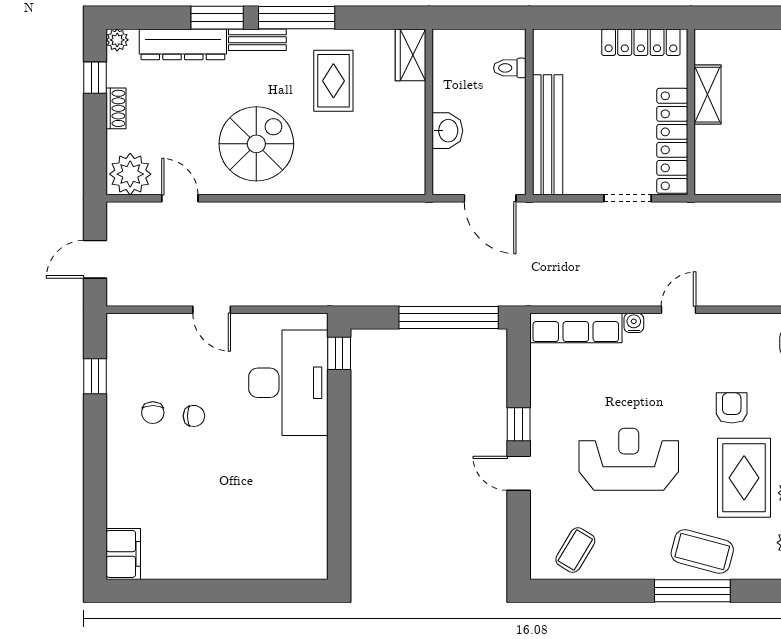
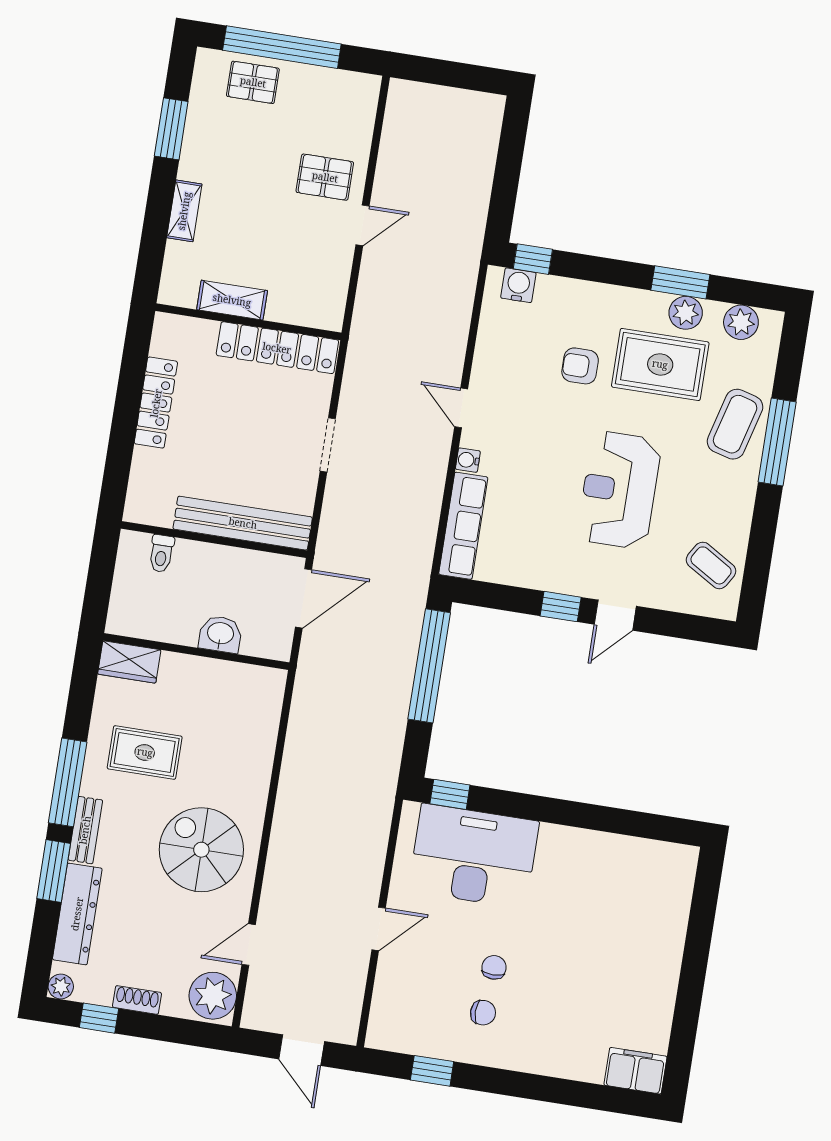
shelving: (708, 95) -> (232, 300), moved
wall: (691, 112) -> (248, 322), moved
locker: (672, 141) -> (277, 348), moved

